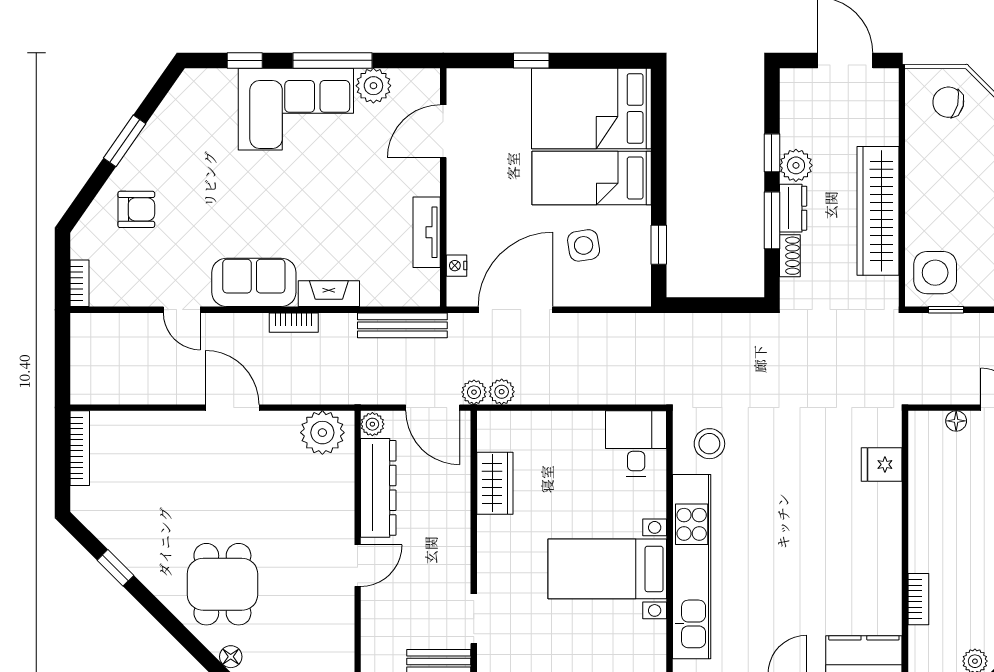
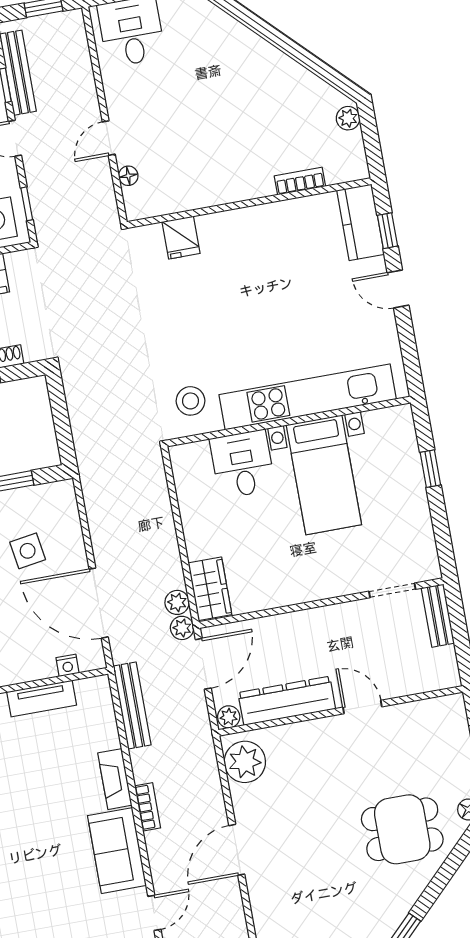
desk: (636, 443) -> (243, 464), moved, turned 90
wardrobe: (495, 483) -> (210, 589), moved, turned 90

